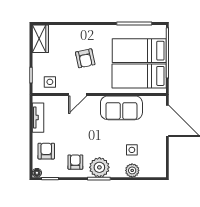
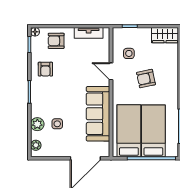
side table: (50, 82) -> (129, 53), moved
sofa: (121, 108) -> (98, 114), width x1.36
armchair: (46, 151) -> (56, 41), turned 180
armchair: (75, 162) -> (45, 69), turned 90
plant: (99, 167) -> (36, 145), moved, width x0.53, depth x0.53

